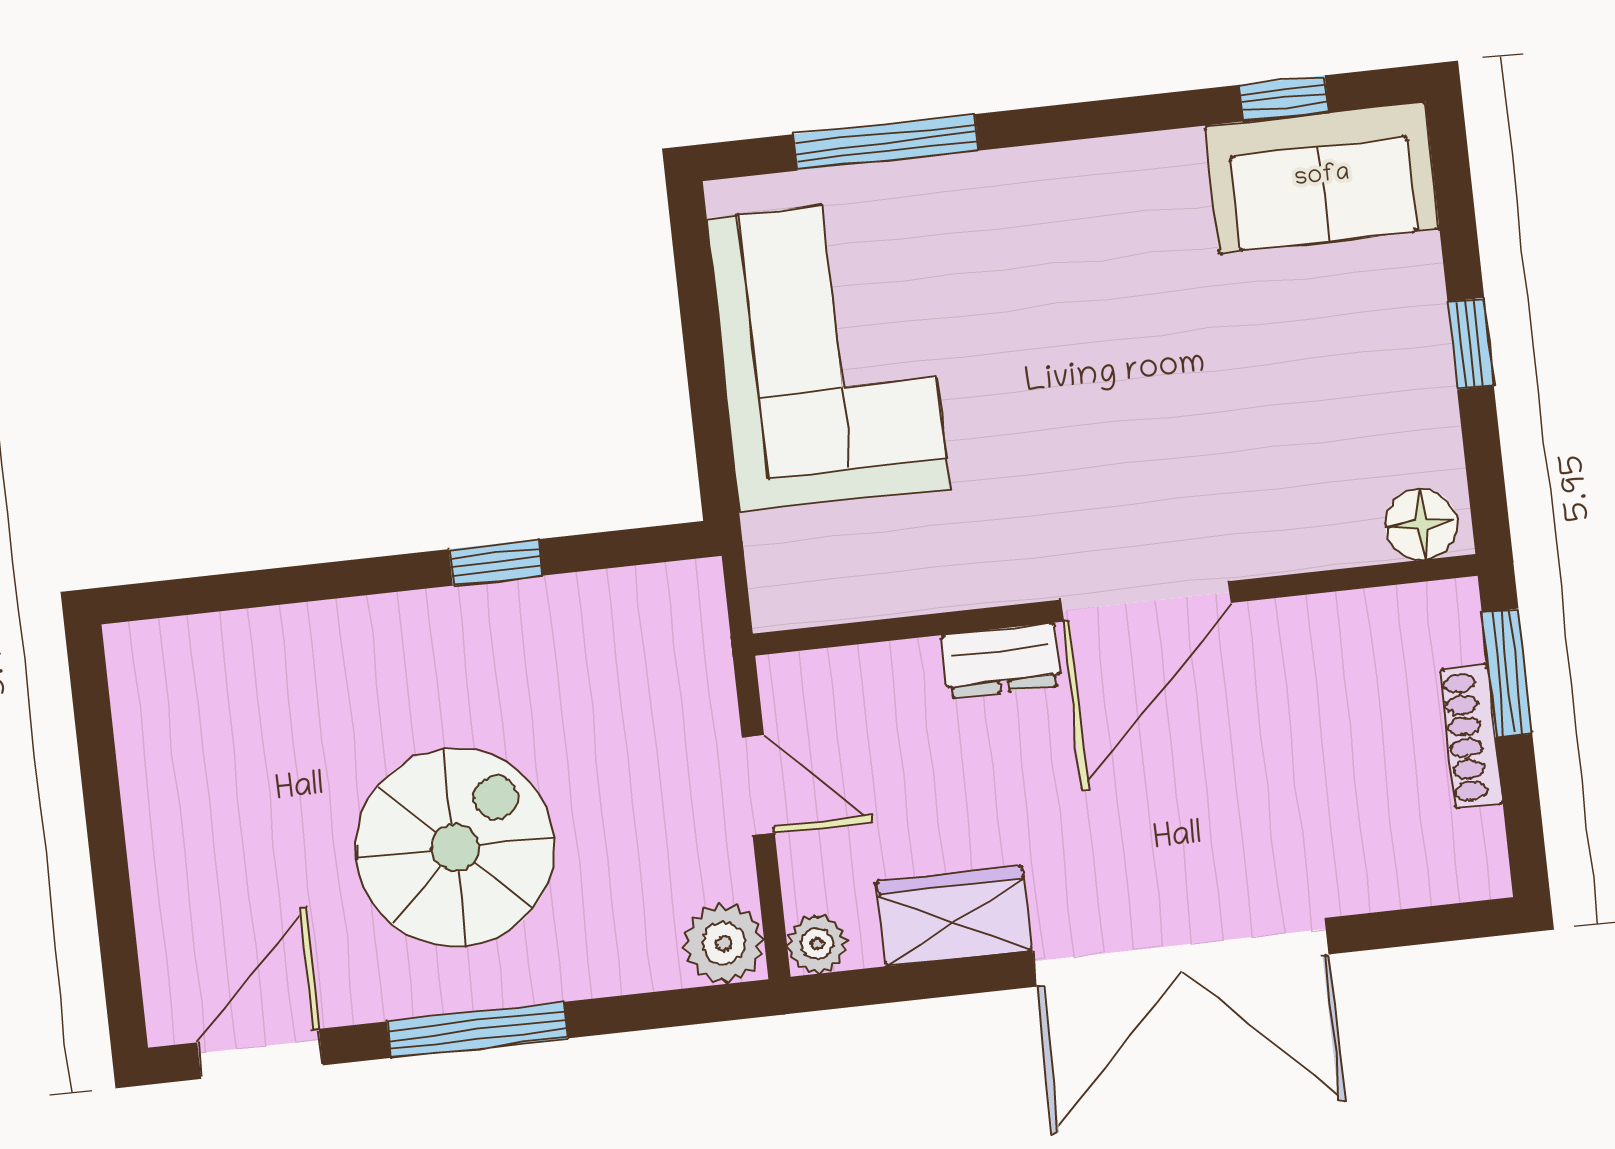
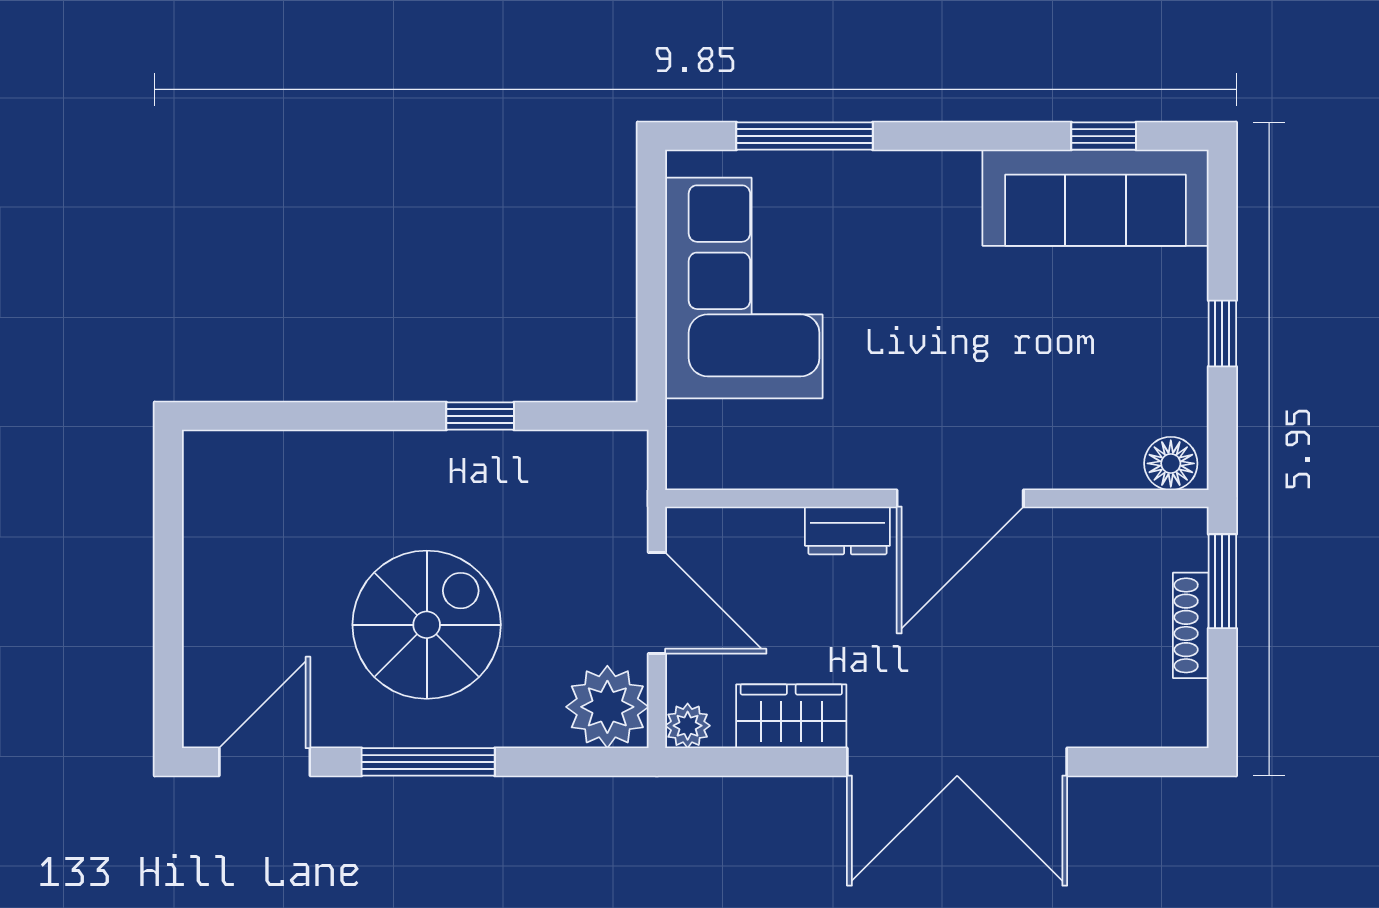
sofa: (1322, 177) -> (1096, 198), width x1.36
door: (758, 785) -> (657, 603), width x1.38
plant: (724, 943) -> (607, 707), width x1.36, depth x1.36

